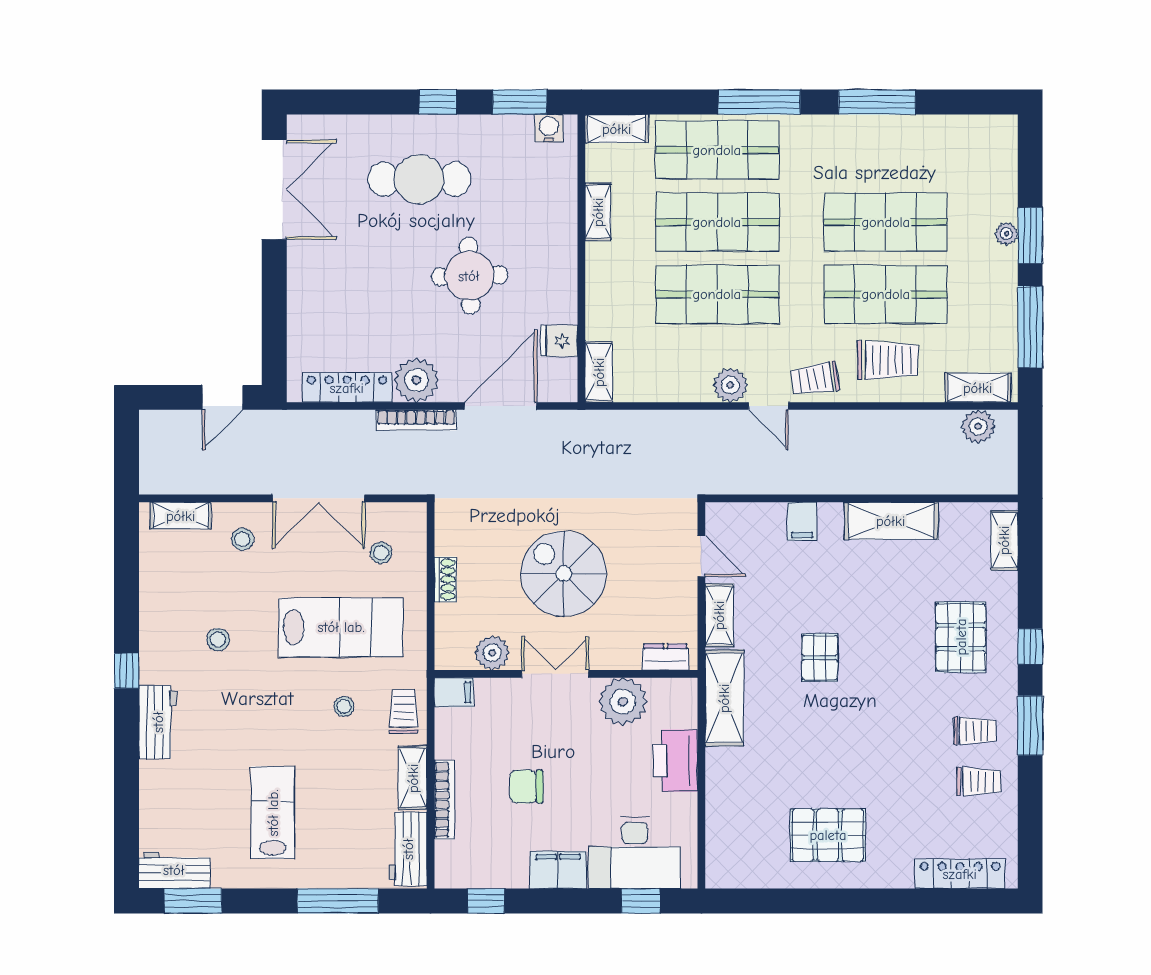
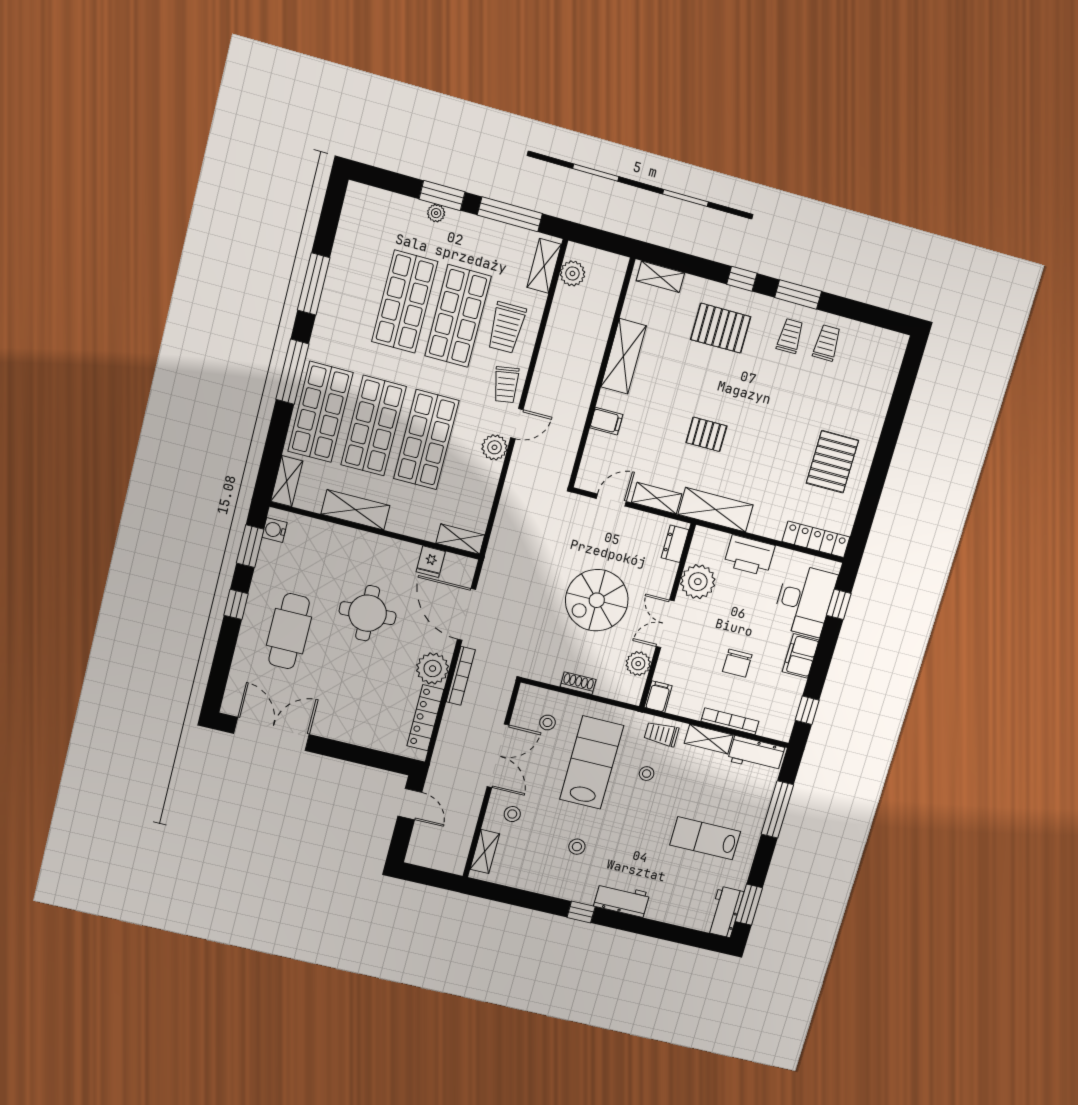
shelving: (598, 212) -> (355, 510), width x1.50, depth x1.33
trolley: (888, 360) -> (506, 328), turned 180
locker: (960, 874) -> (816, 539), moved, turned 90

